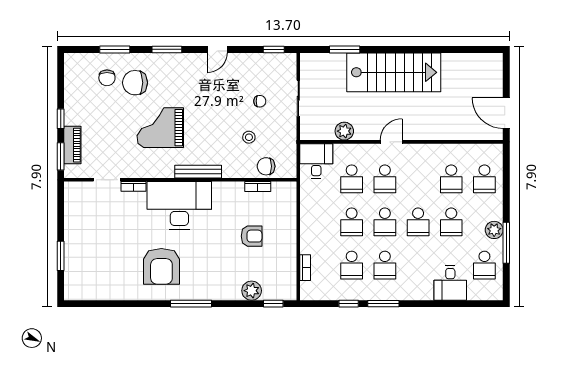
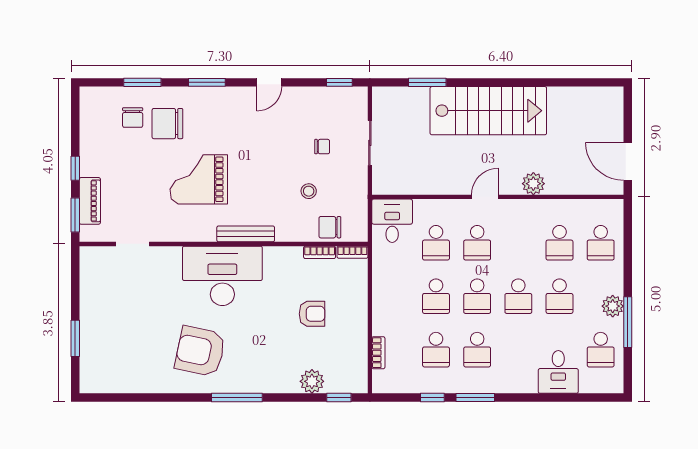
plant: (344, 131) -> (533, 184), moved
bookcase: (133, 186) -> (352, 252), moved
armchair: (161, 266) -> (200, 351), turned 102

